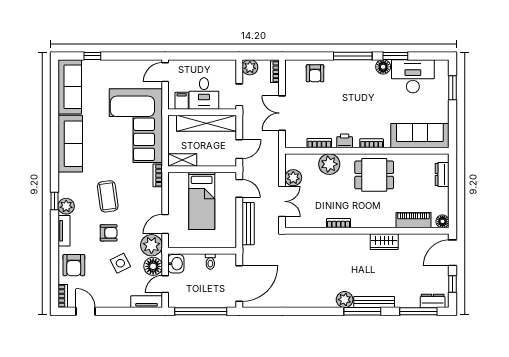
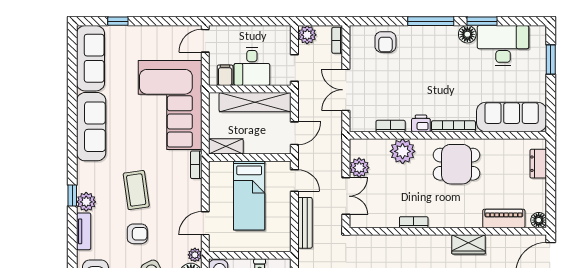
bookcase: (372, 143) -> (453, 126), width x1.56
plant: (151, 245) -> (195, 255), width x0.53, depth x0.53

